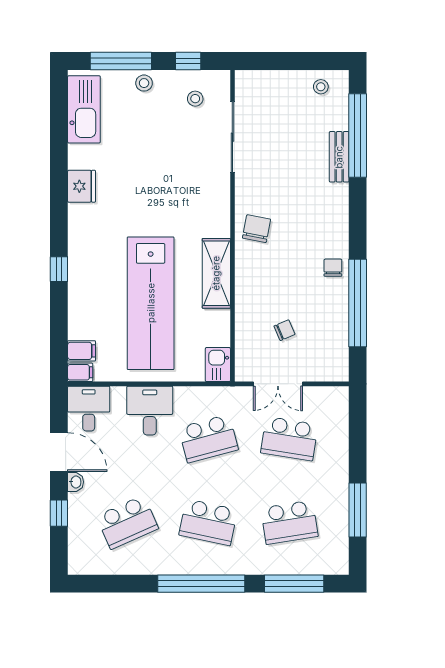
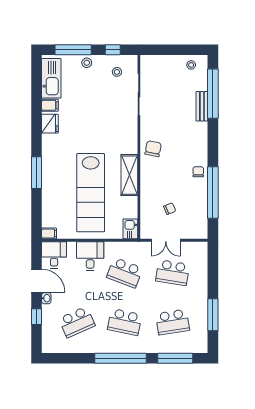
window: (59, 269) -> (37, 173), width x2.17
filing cabinet: (82, 351) -> (50, 105), moved
school desk: (208, 439) -> (125, 273), turned 36

